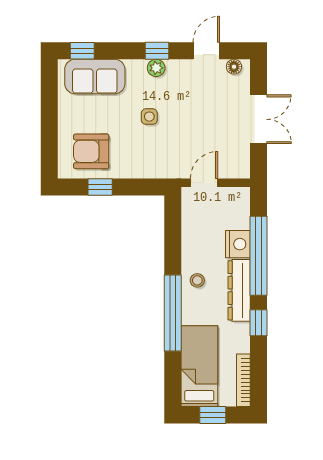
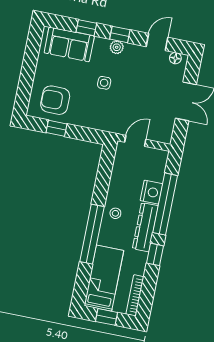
window: (82, 51) -> (86, 28), moved

